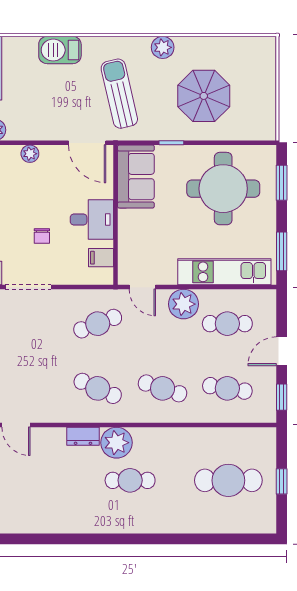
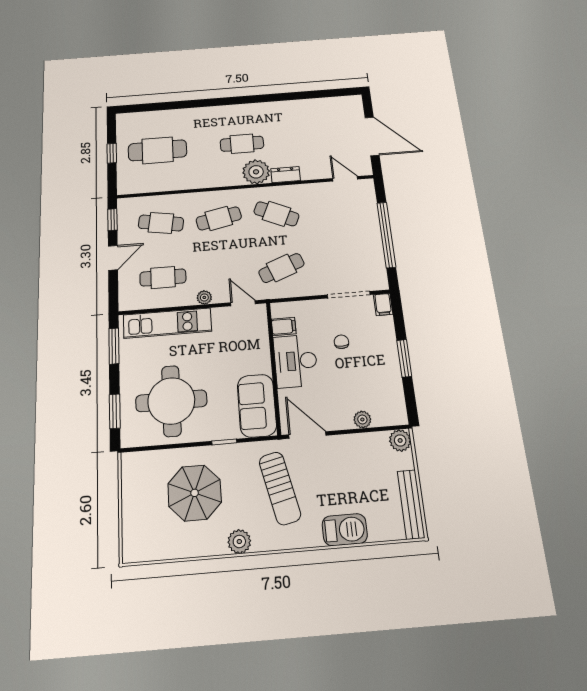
desk: (92, 220) -> (296, 361), width x1.37
plant: (184, 304) -> (204, 297), width x0.53, depth x0.53
cafe table: (163, 388) -> (219, 218), turned -30

